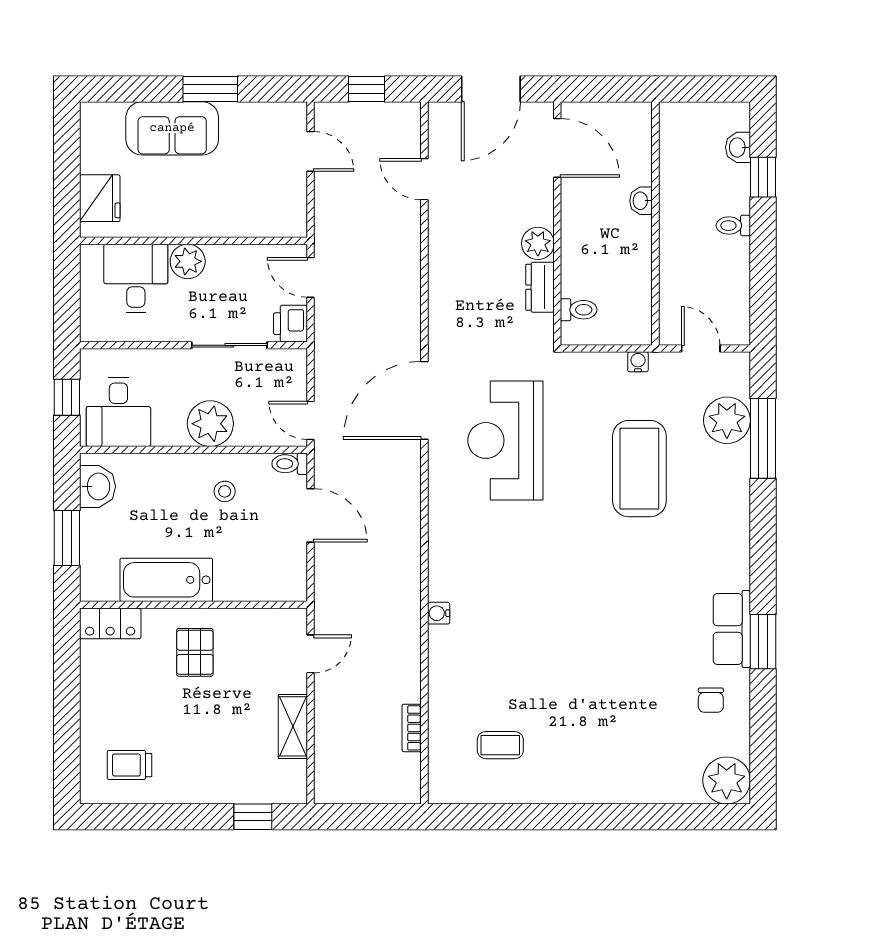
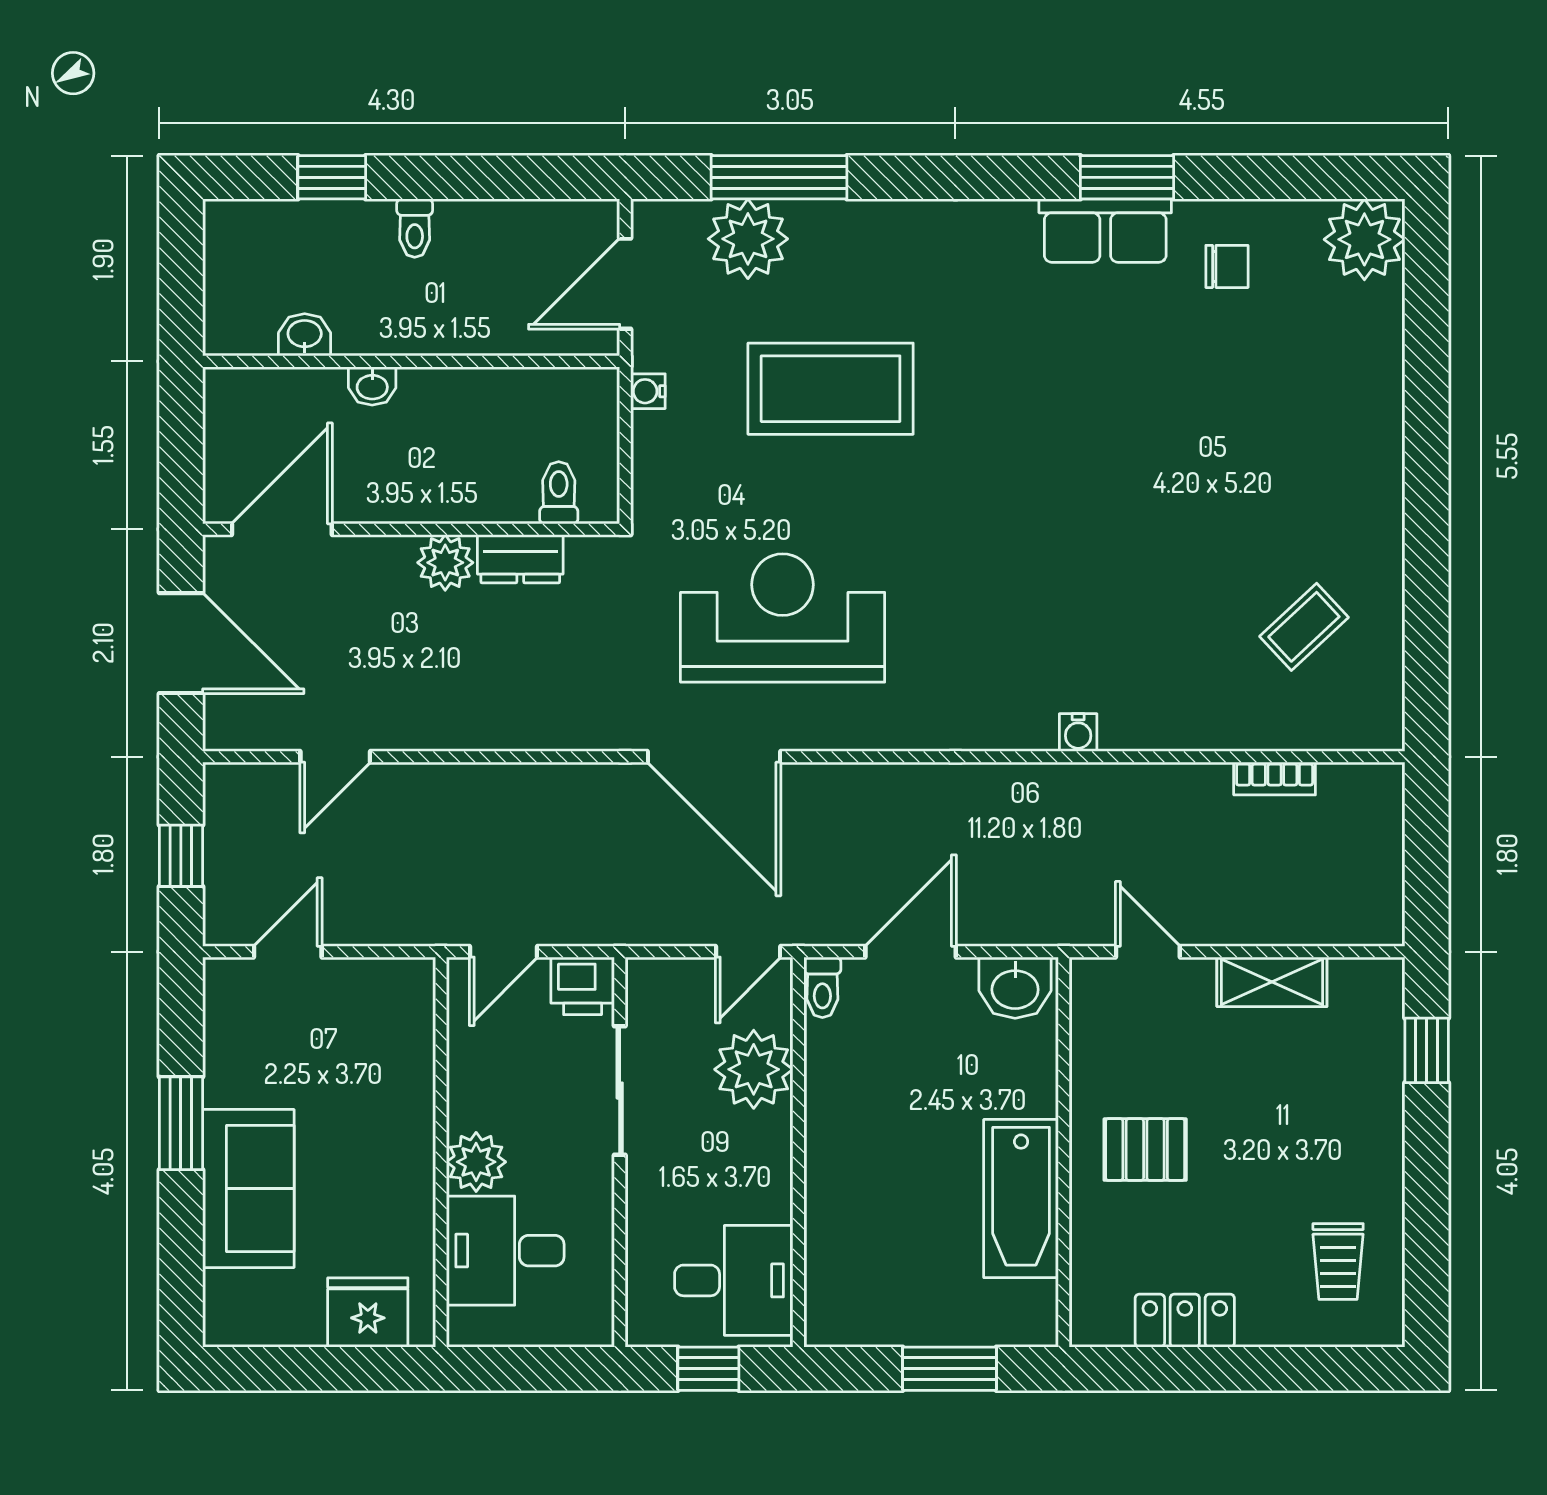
washbasin: (738, 147) -> (305, 335), moved, turned 180
door: (701, 348) -> (625, 284), width x1.38
plant: (210, 424) -> (754, 1069), moved
reception desk: (505, 440) -> (783, 618), turned 180
washbasin: (97, 486) -> (1015, 988), moved, turned 180
stool: (225, 491) -> (870, 1099), removed
locker: (110, 623) -> (1185, 1321), moved, turned -90
coffee table: (500, 745) -> (1304, 627), turned 47

